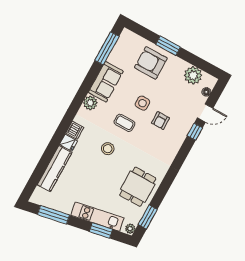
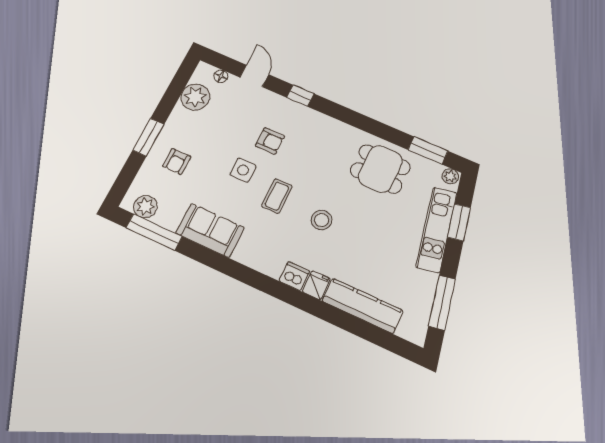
armchair: (151, 63) -> (177, 161), width x0.53, depth x0.53
plant: (90, 103) -> (145, 207), moved
window: (195, 132) -> (300, 96), moved

